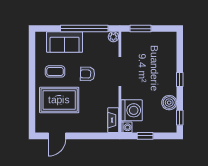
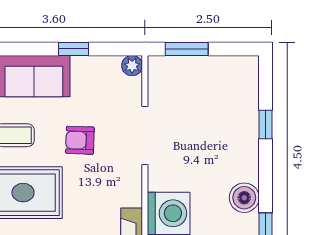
window: (84, 29) -> (74, 49), width x0.32
window: (180, 80) -> (265, 125), moved

